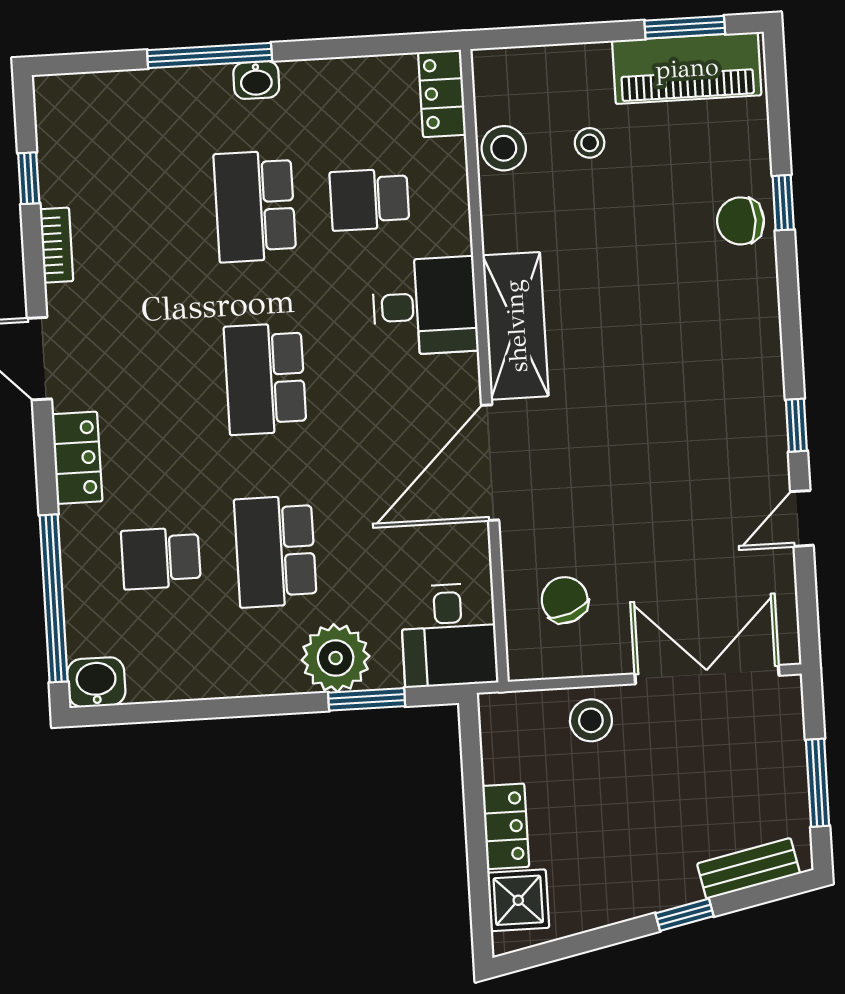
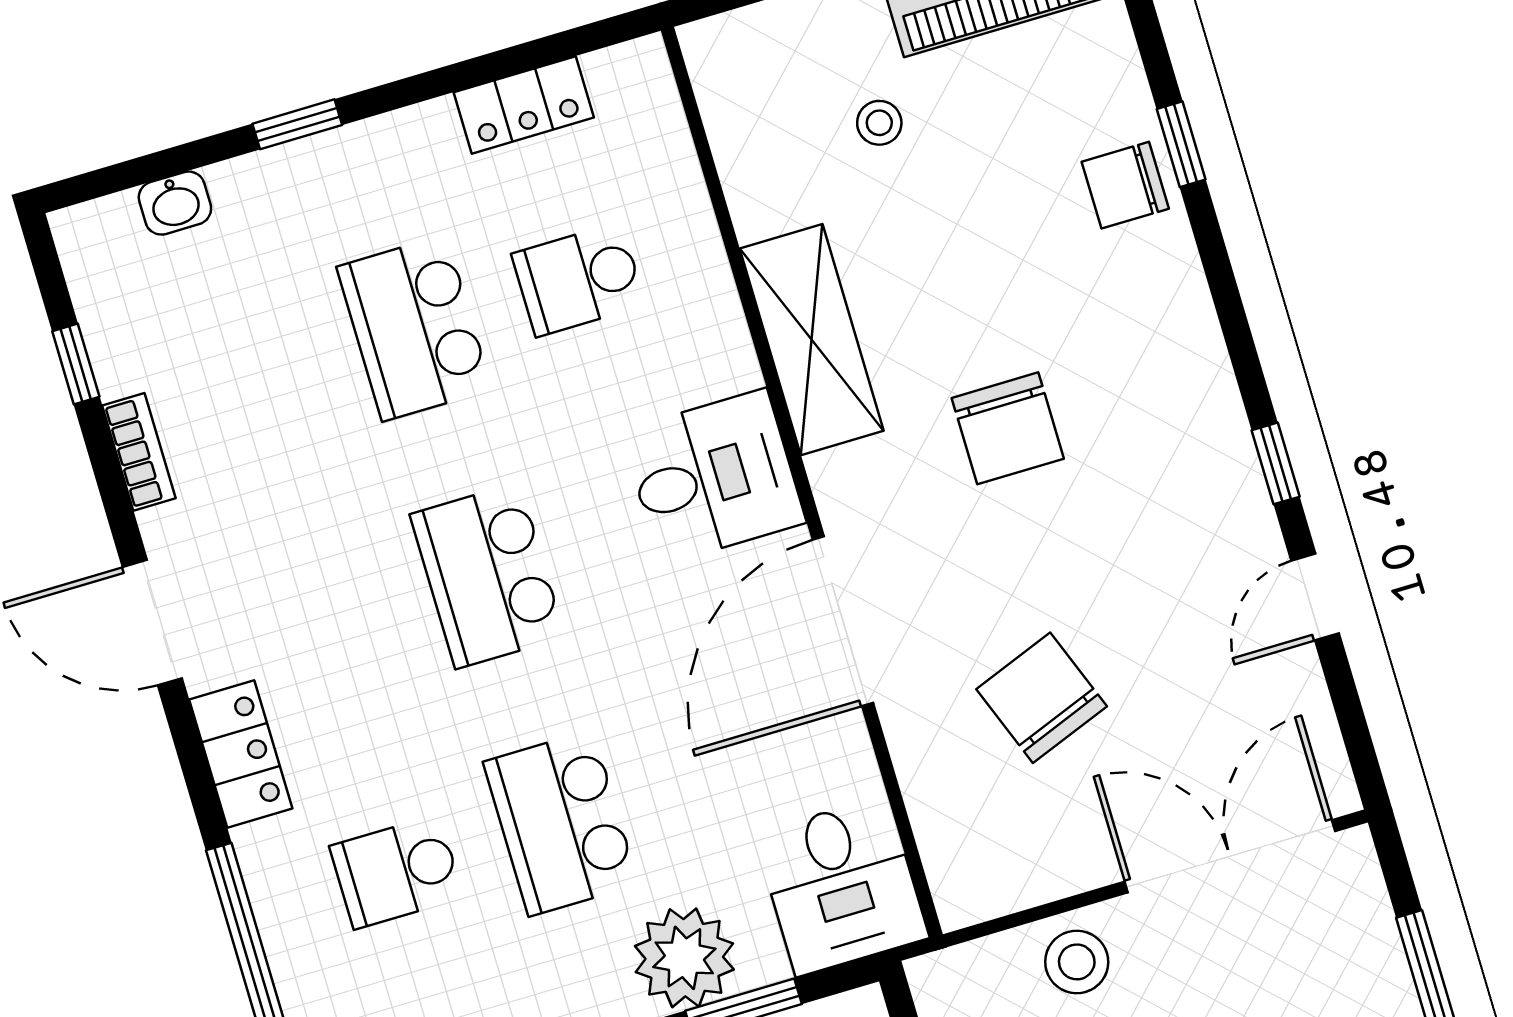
window: (210, 56) -> (297, 124), width x0.46
washbasin: (256, 80) -> (175, 203), moved
locker: (442, 93) -> (524, 105), moved, turned -90
stool: (504, 148) -> (756, 160), removed
desk: (425, 306) -> (713, 477), moved
shelving: (516, 326) -> (812, 340), moved
chair: (627, 362) -> (1008, 428), added
chair: (565, 600) -> (1042, 698), moved, width x1.37, depth x1.37

